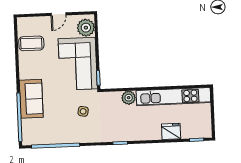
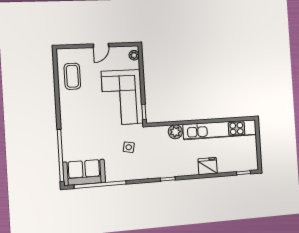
plant: (86, 28) -> (134, 55), width x0.53, depth x0.53
coffee table: (31, 43) -> (72, 76), turned 90
sofa: (31, 99) -> (84, 172), moved, turned -90
fridge: (171, 131) -> (208, 166), moved

